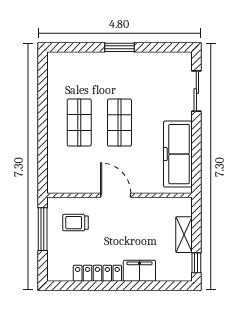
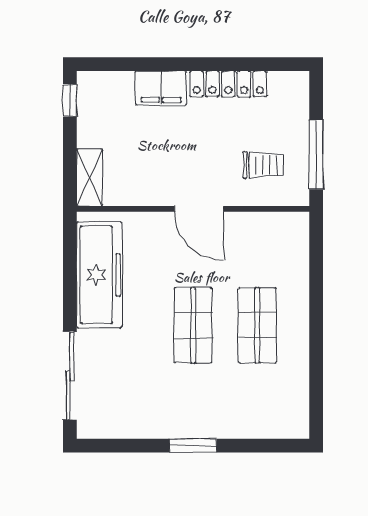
sliding door: (196, 91) -> (70, 376), width x1.37
shelving: (184, 235) -> (90, 177), moved

